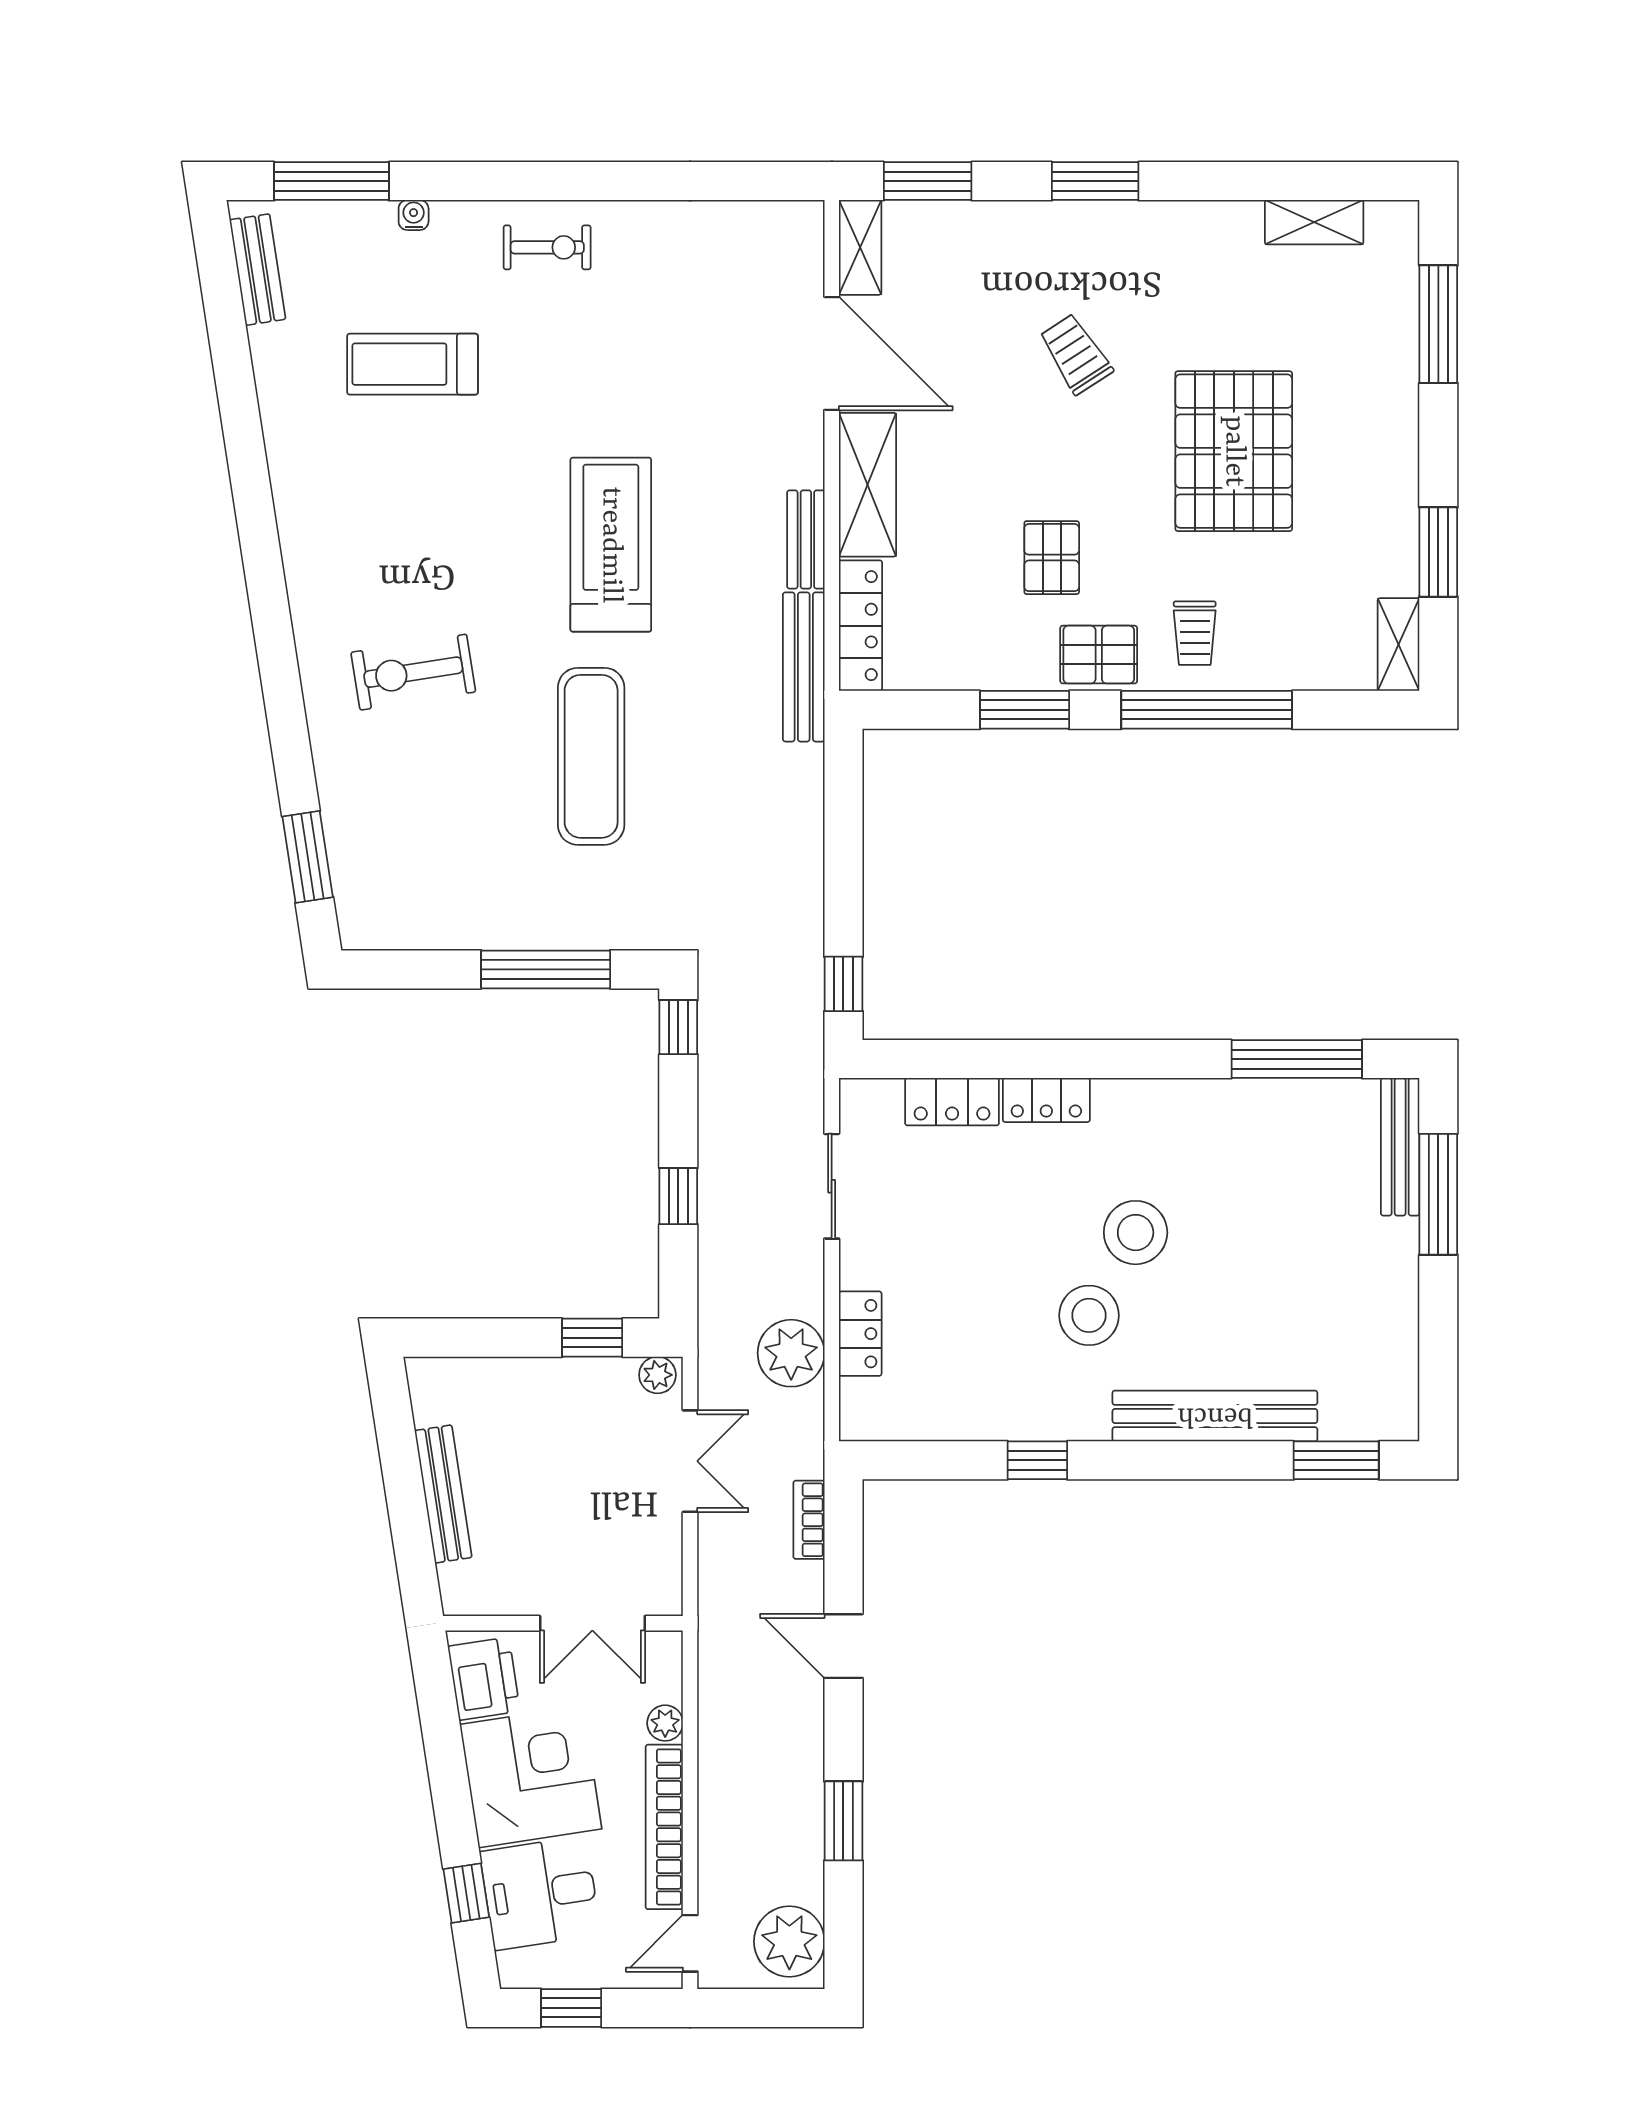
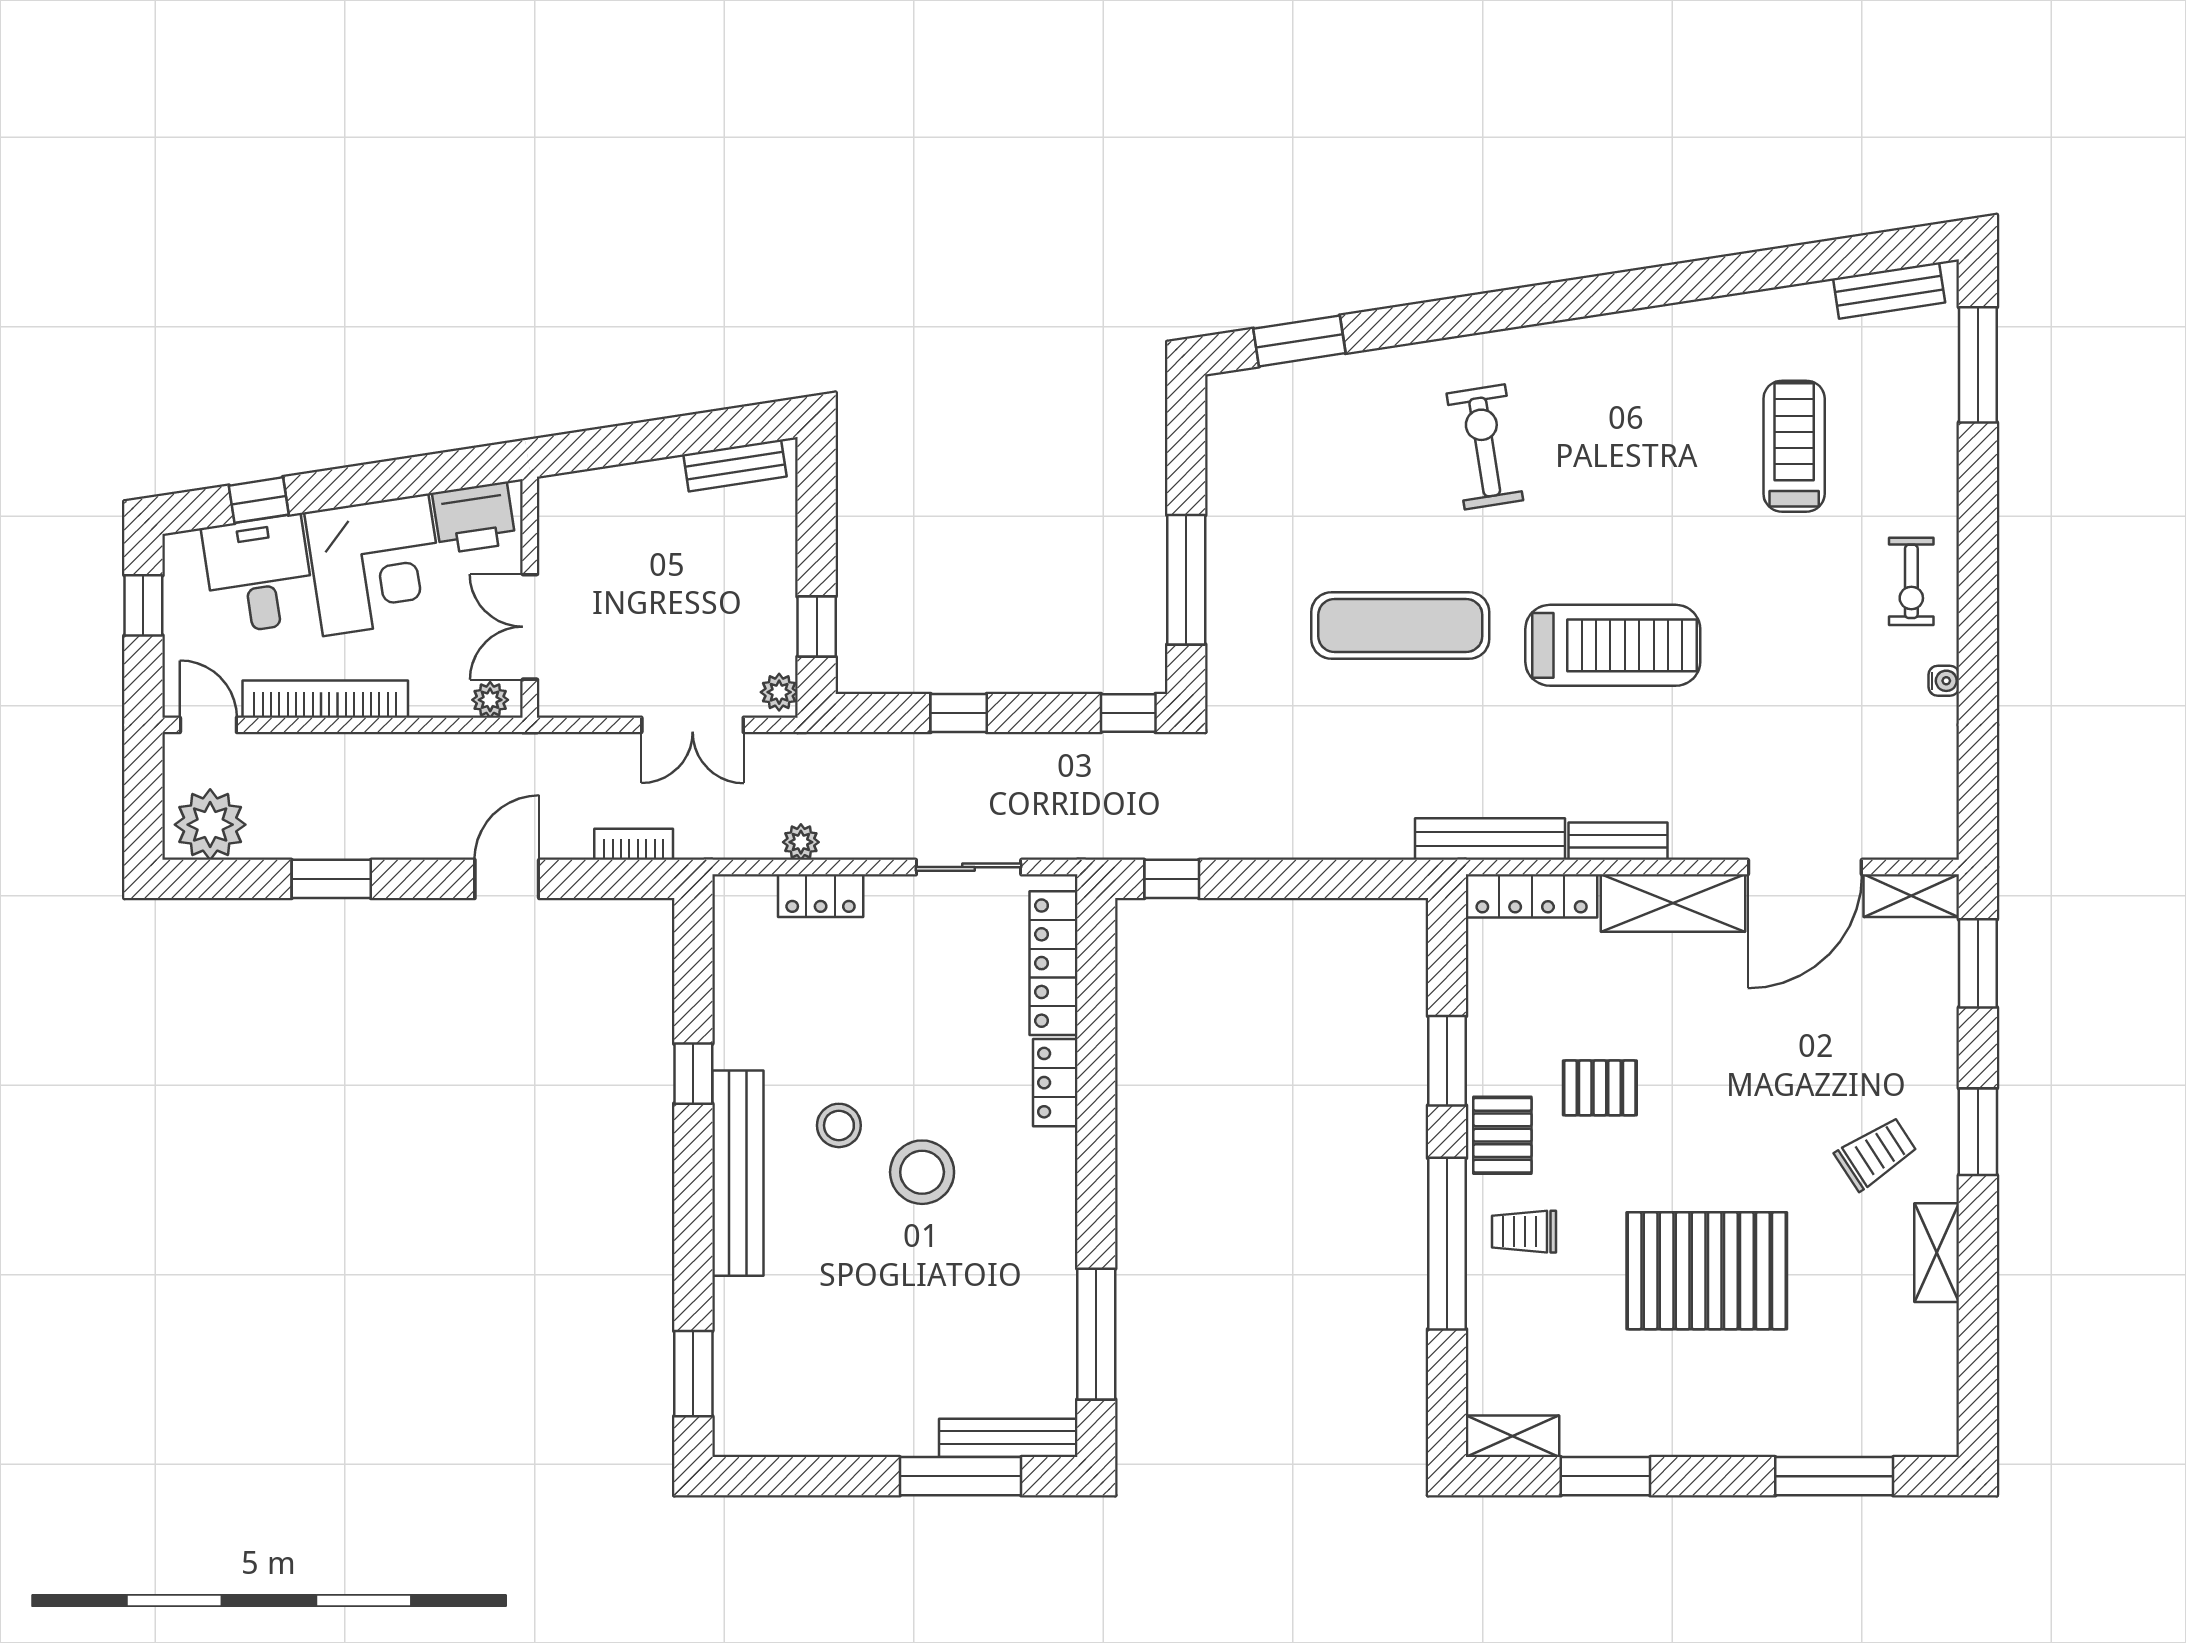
water cooler: (414, 215) -> (1944, 681), moved
shelving: (1314, 222) -> (1937, 1253), moved
trolley: (1076, 354) -> (1876, 1153), moved
locker: (952, 1102) -> (1053, 963), width x1.53
stool: (1089, 1315) -> (839, 1125), width x0.73, depth x0.73
plant: (791, 1353) -> (801, 842), width x0.53, depth x0.53
bench: (1215, 1416) -> (738, 1173), moved
bench: (443, 1494) -> (735, 466), moved, width x0.73
plant: (665, 1723) -> (490, 700), moved

